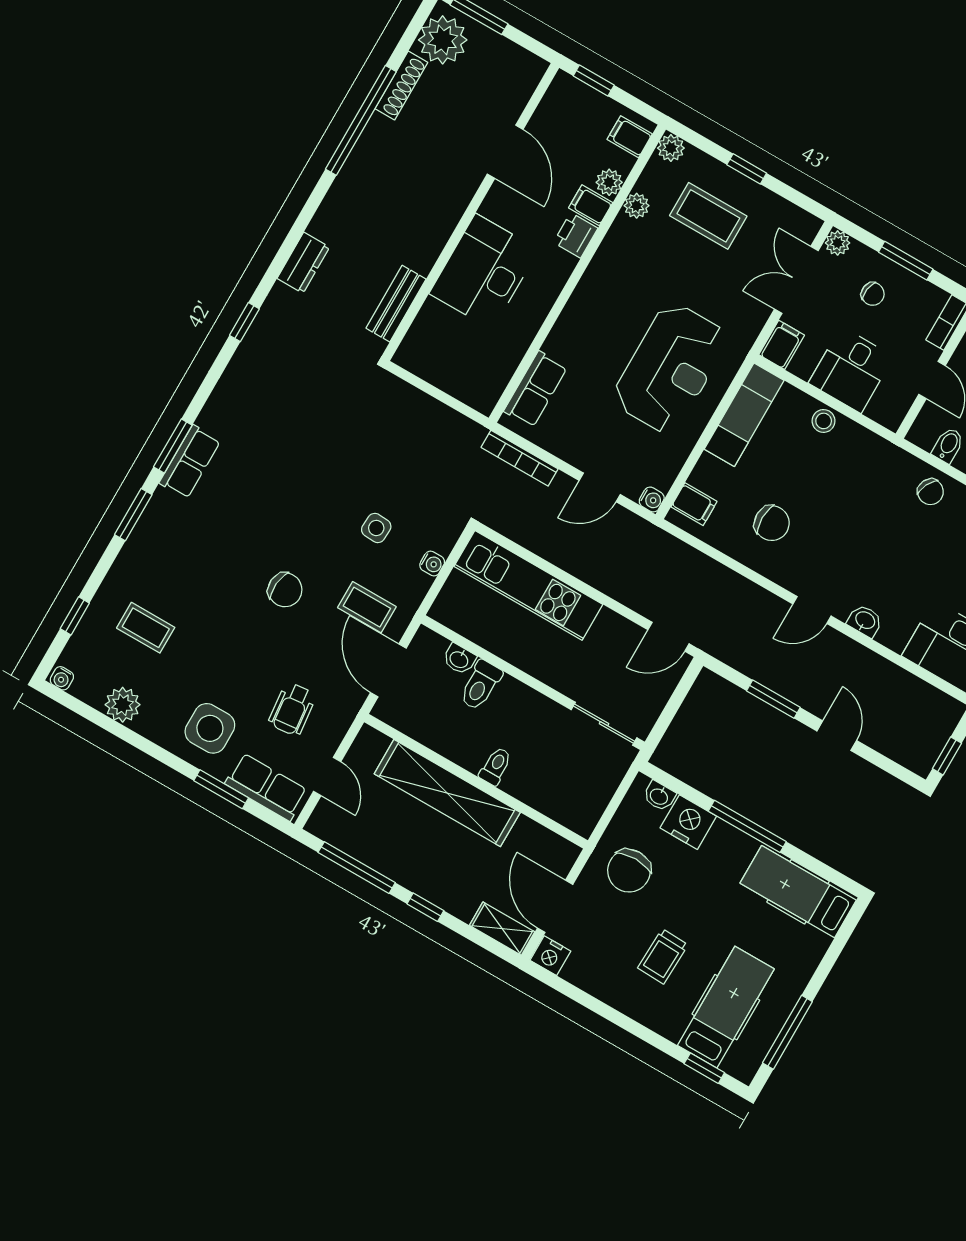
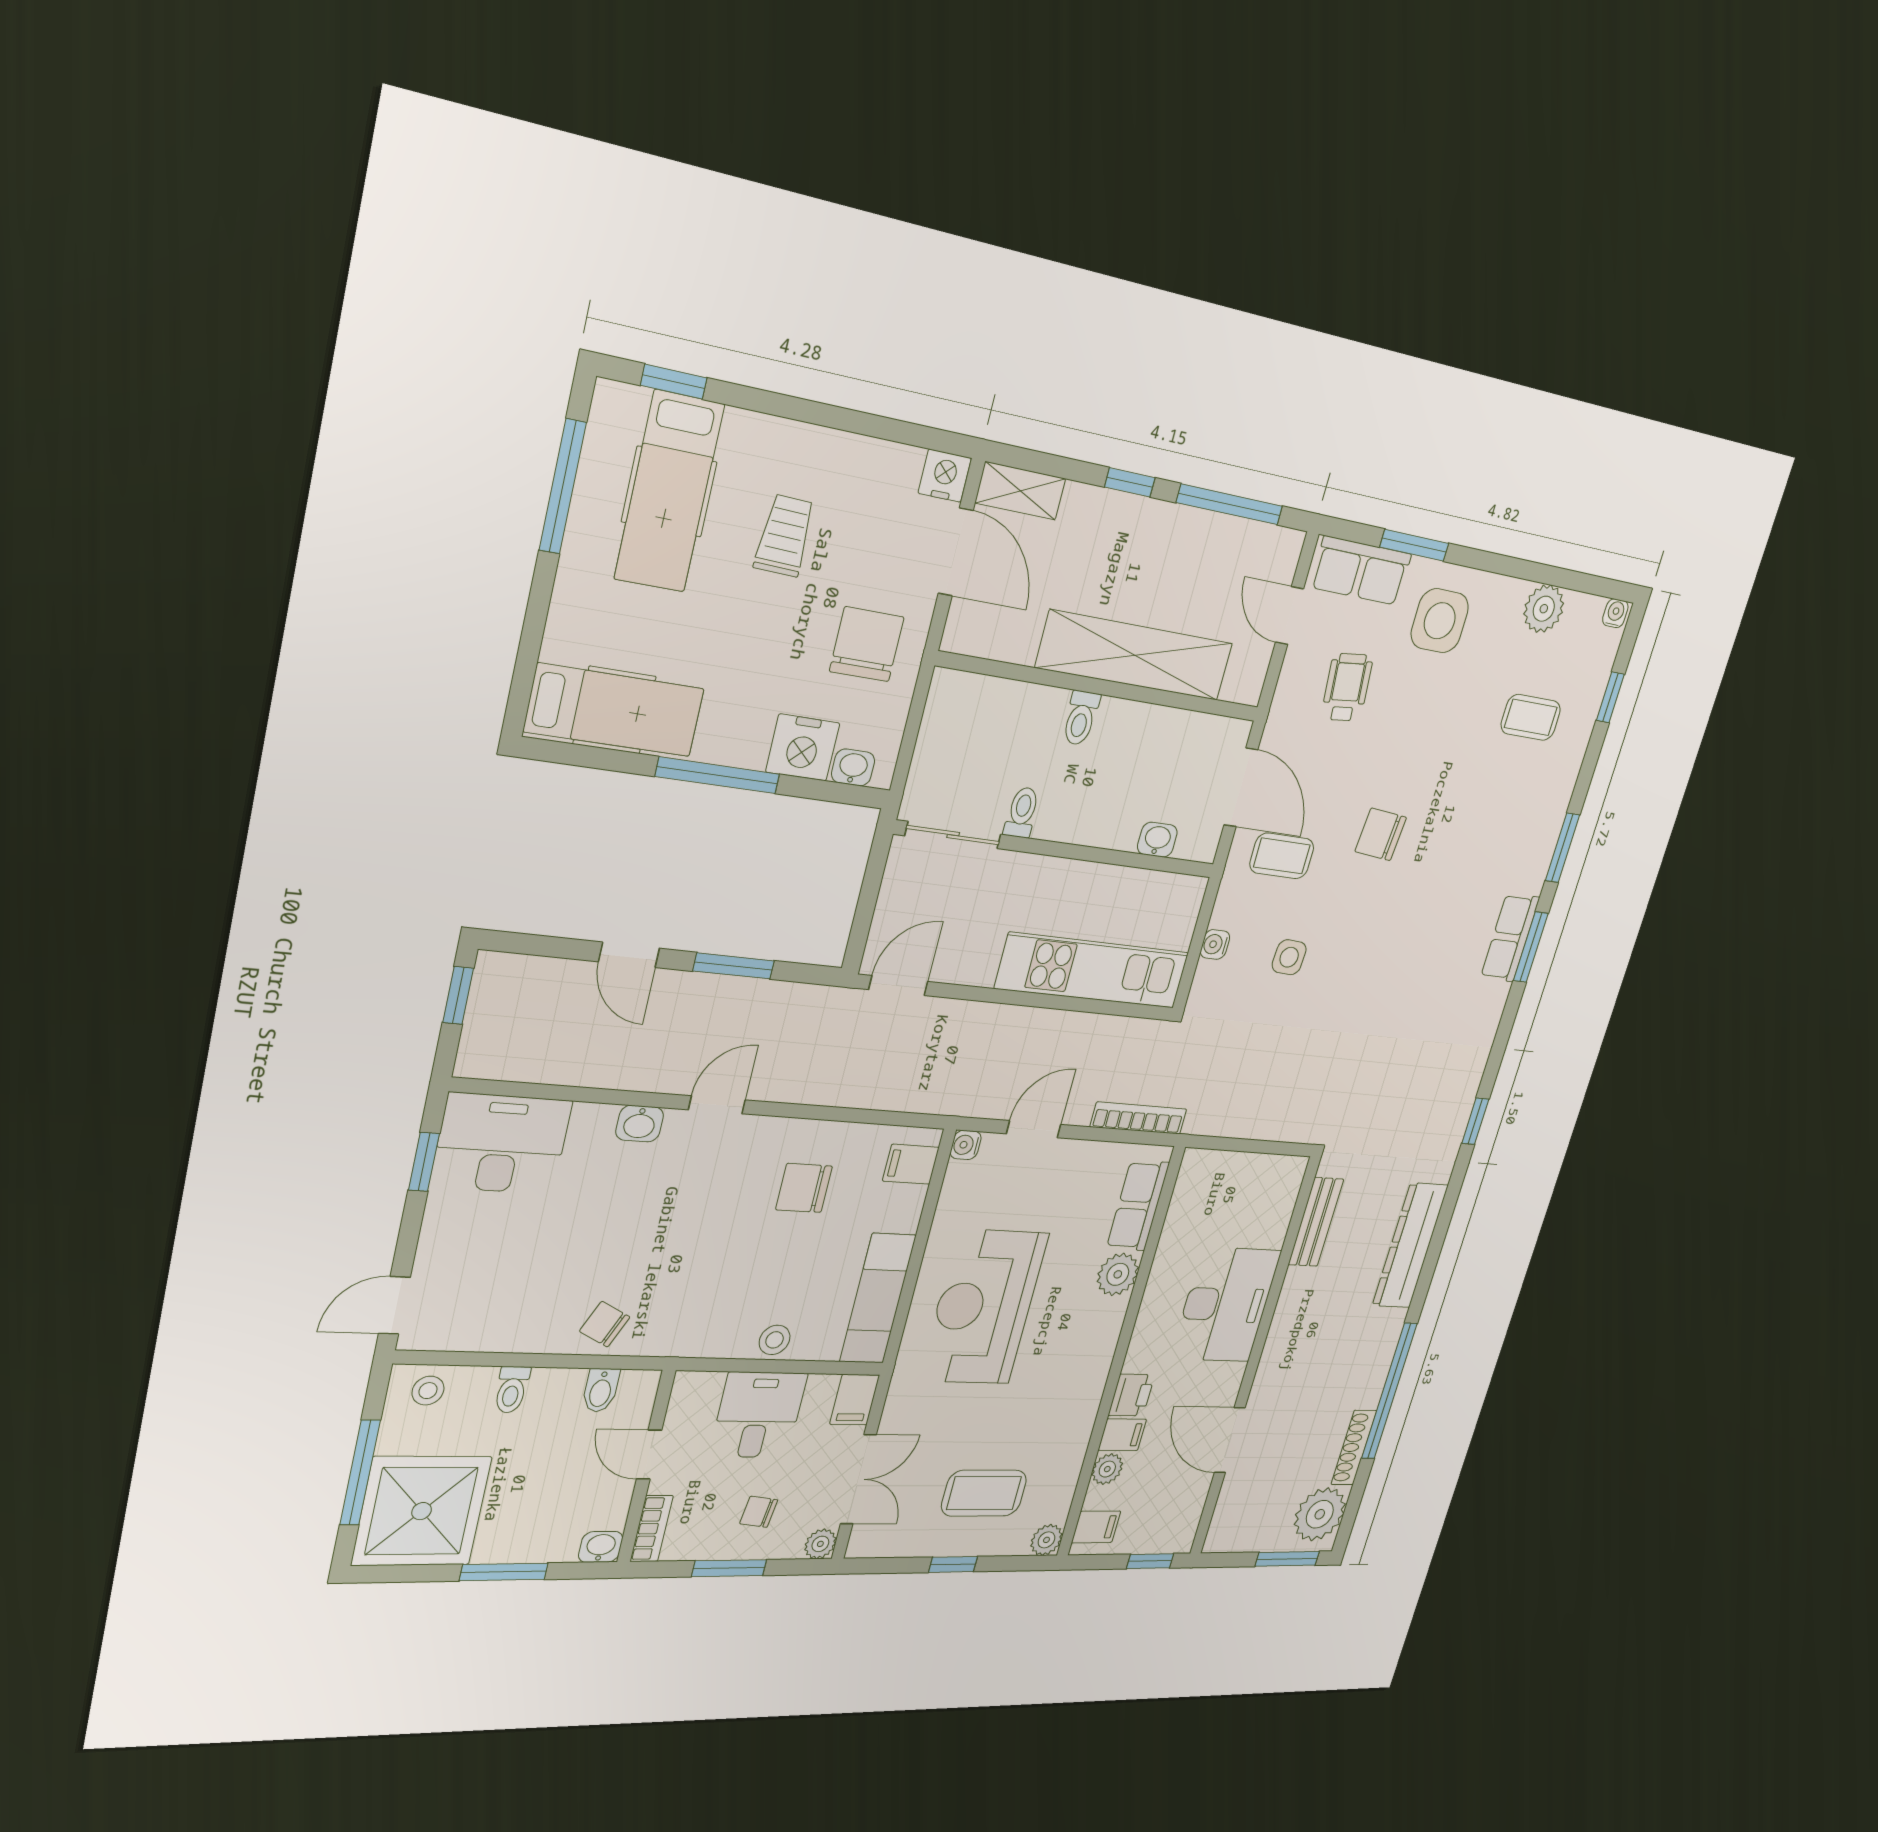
plant: (637, 206) -> (1118, 1274), moved, width x1.38, depth x1.38
dresser: (303, 263) -> (1410, 1245), width x1.96, depth x1.24
toilet: (480, 685) -> (1022, 812), moved, width x0.73, depth x0.72

